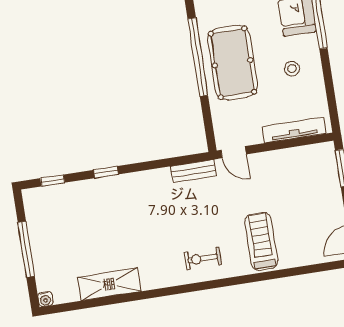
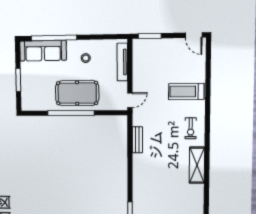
bench: (193, 171) -> (137, 140), moved
window: (106, 172) -> (130, 177), removed
shelving: (109, 284) -> (197, 165), moved

